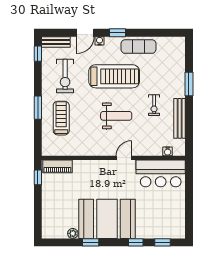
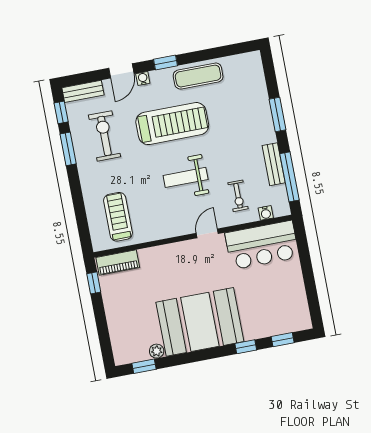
exercise bike: (65, 76) -> (105, 136), turned 180
exercise bike: (154, 105) -> (238, 196), moved
window: (38, 108) -> (68, 149), moved
weight bench: (116, 116) -> (186, 177), turned 180
treadmill: (61, 118) -> (118, 217), moved
bench: (180, 118) -> (274, 164), width x0.73
window: (189, 129) -> (289, 177), added
window: (91, 242) -> (144, 366), moved

